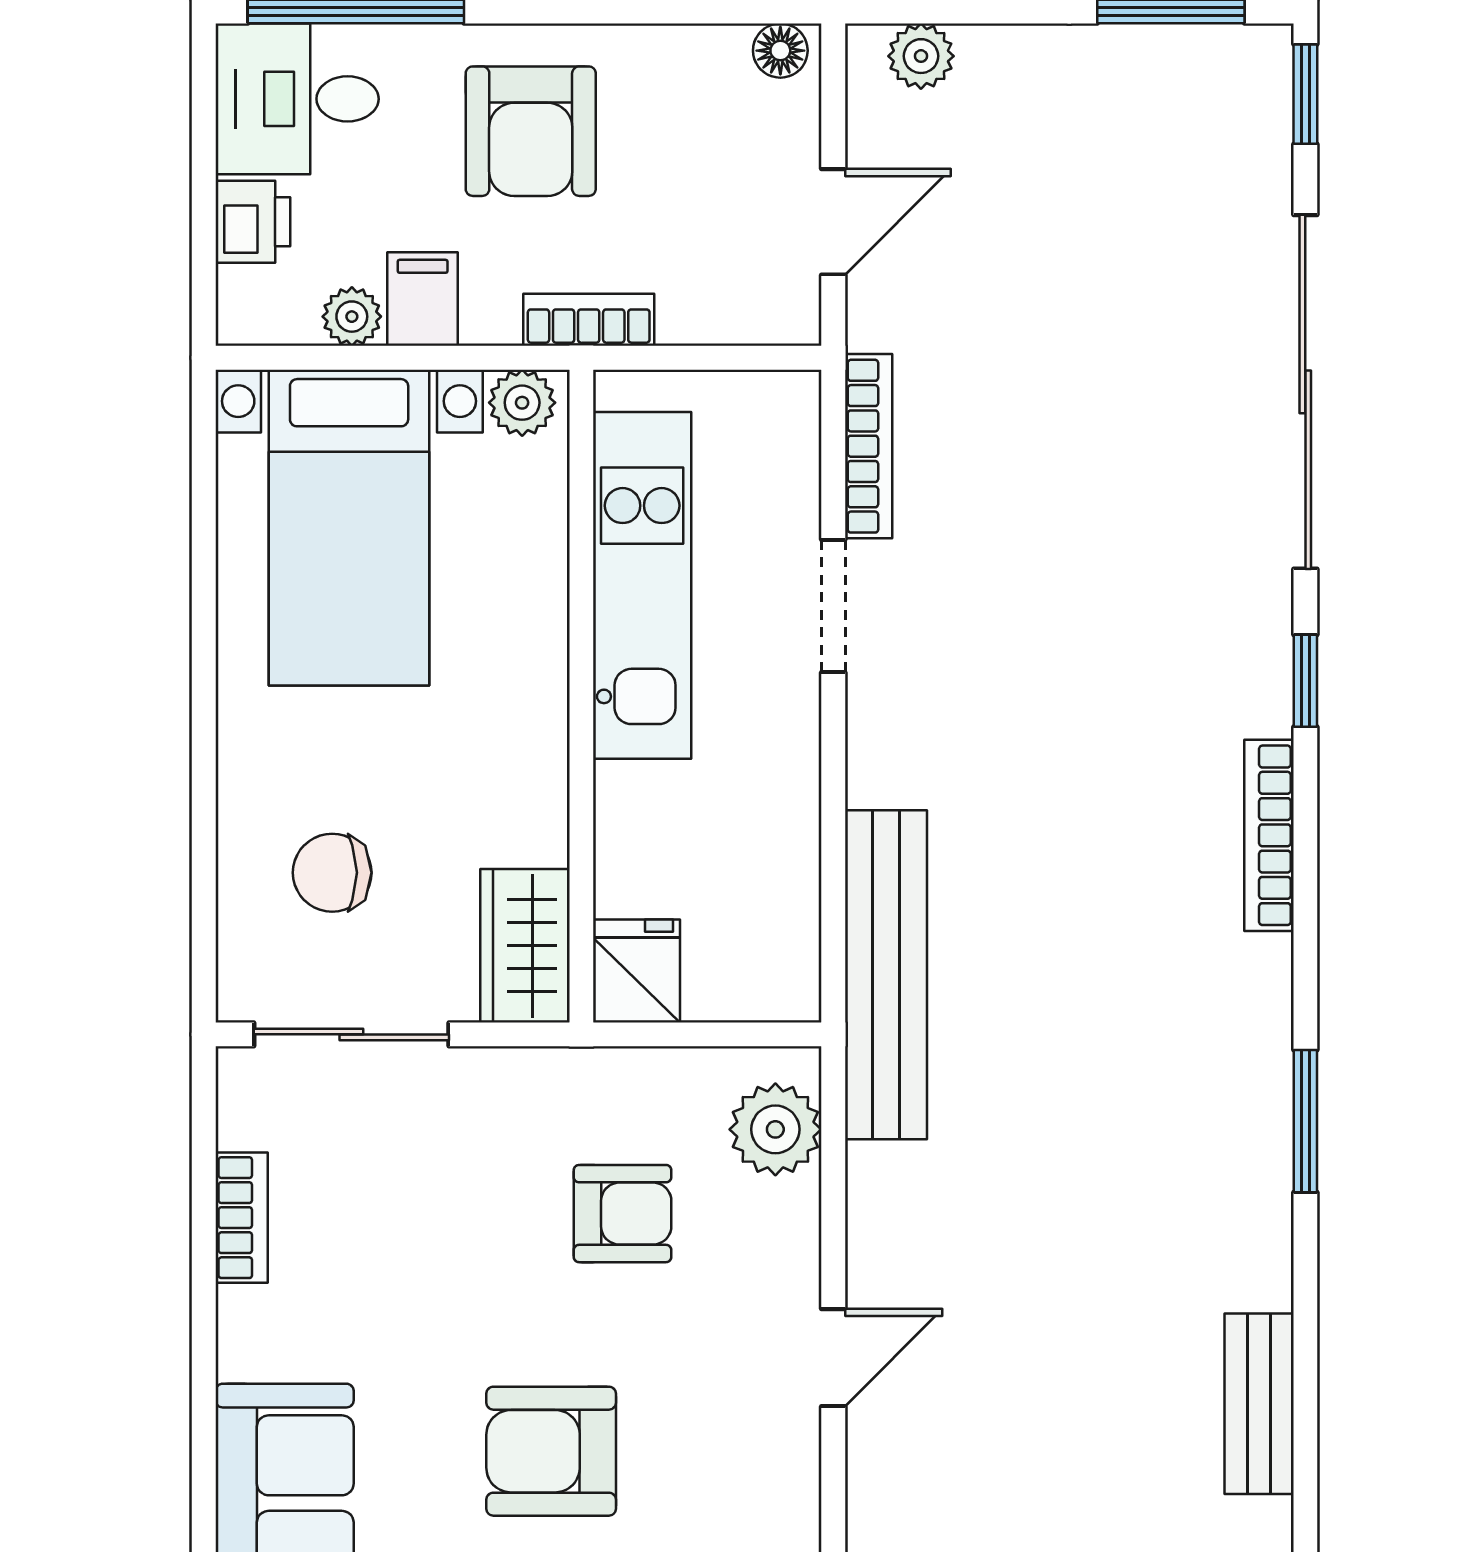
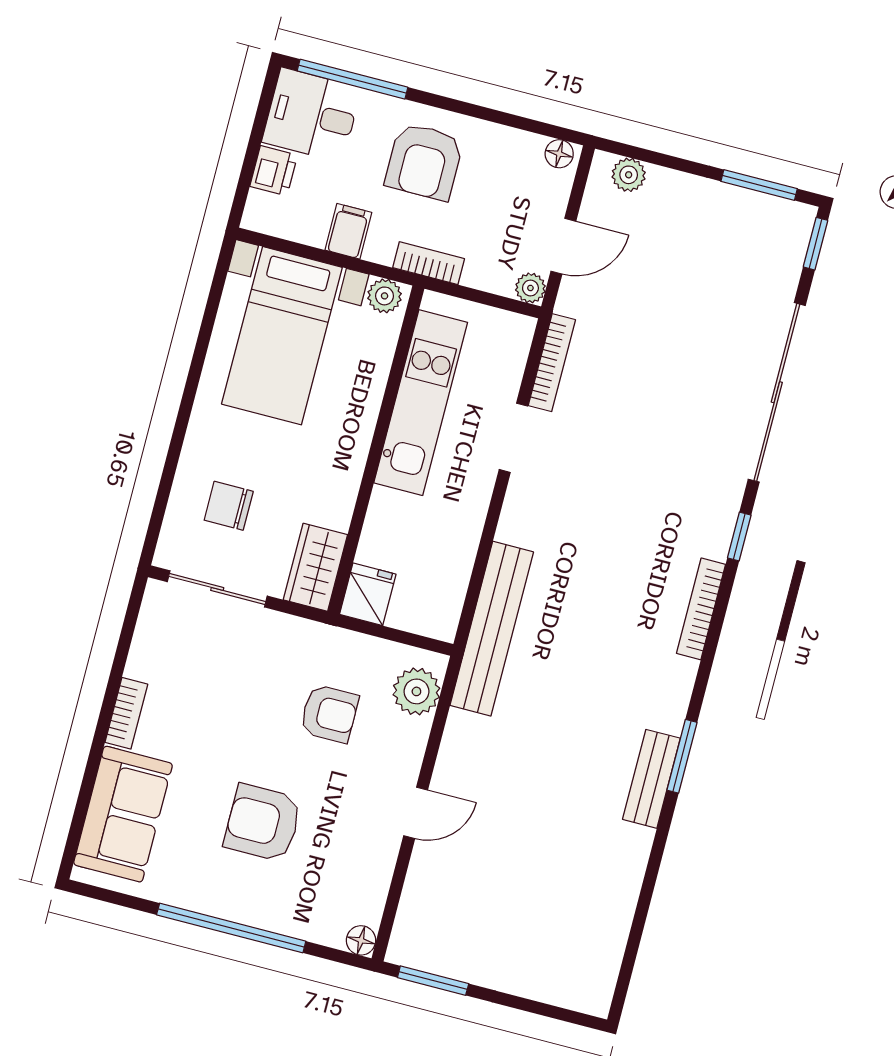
plant: (352, 317) -> (530, 288), moved
bookcase: (242, 1218) -> (126, 713), moved
bench: (1259, 1404) -> (651, 779), moved

